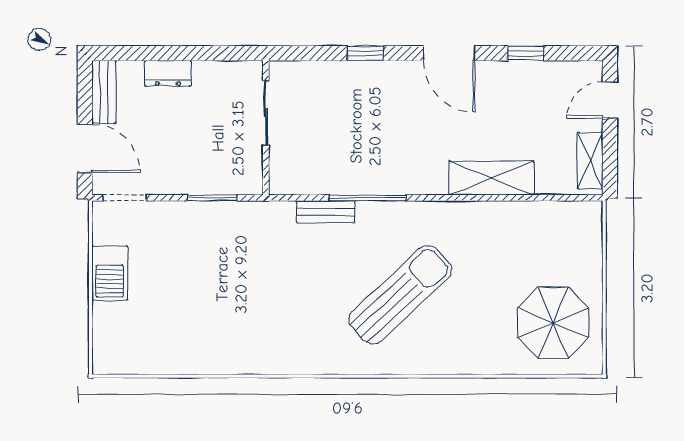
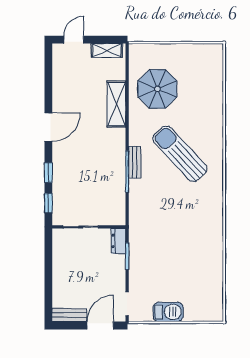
window: (526, 53) -> (48, 203), moved
dresser: (168, 73) -> (119, 241), moved, turned 180
door: (610, 100) -> (74, 40), swing flipped
bench: (326, 212) -> (135, 162), moved
parasol: (553, 323) -> (157, 89), moved

